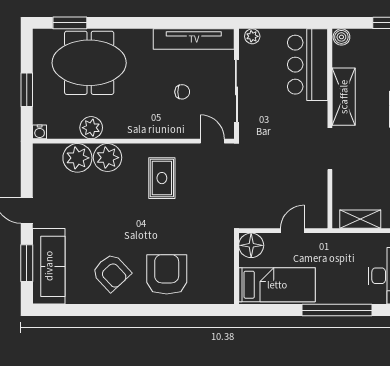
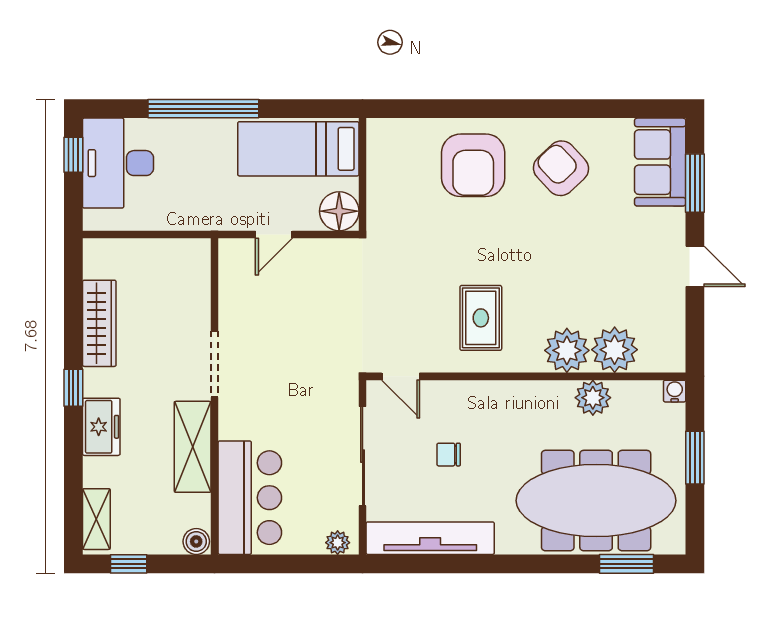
meeting table: (89, 63) -> (596, 501), width x1.36
shelving: (360, 219) -> (166, 253), removed
sofa: (49, 266) -> (660, 162), width x0.73

